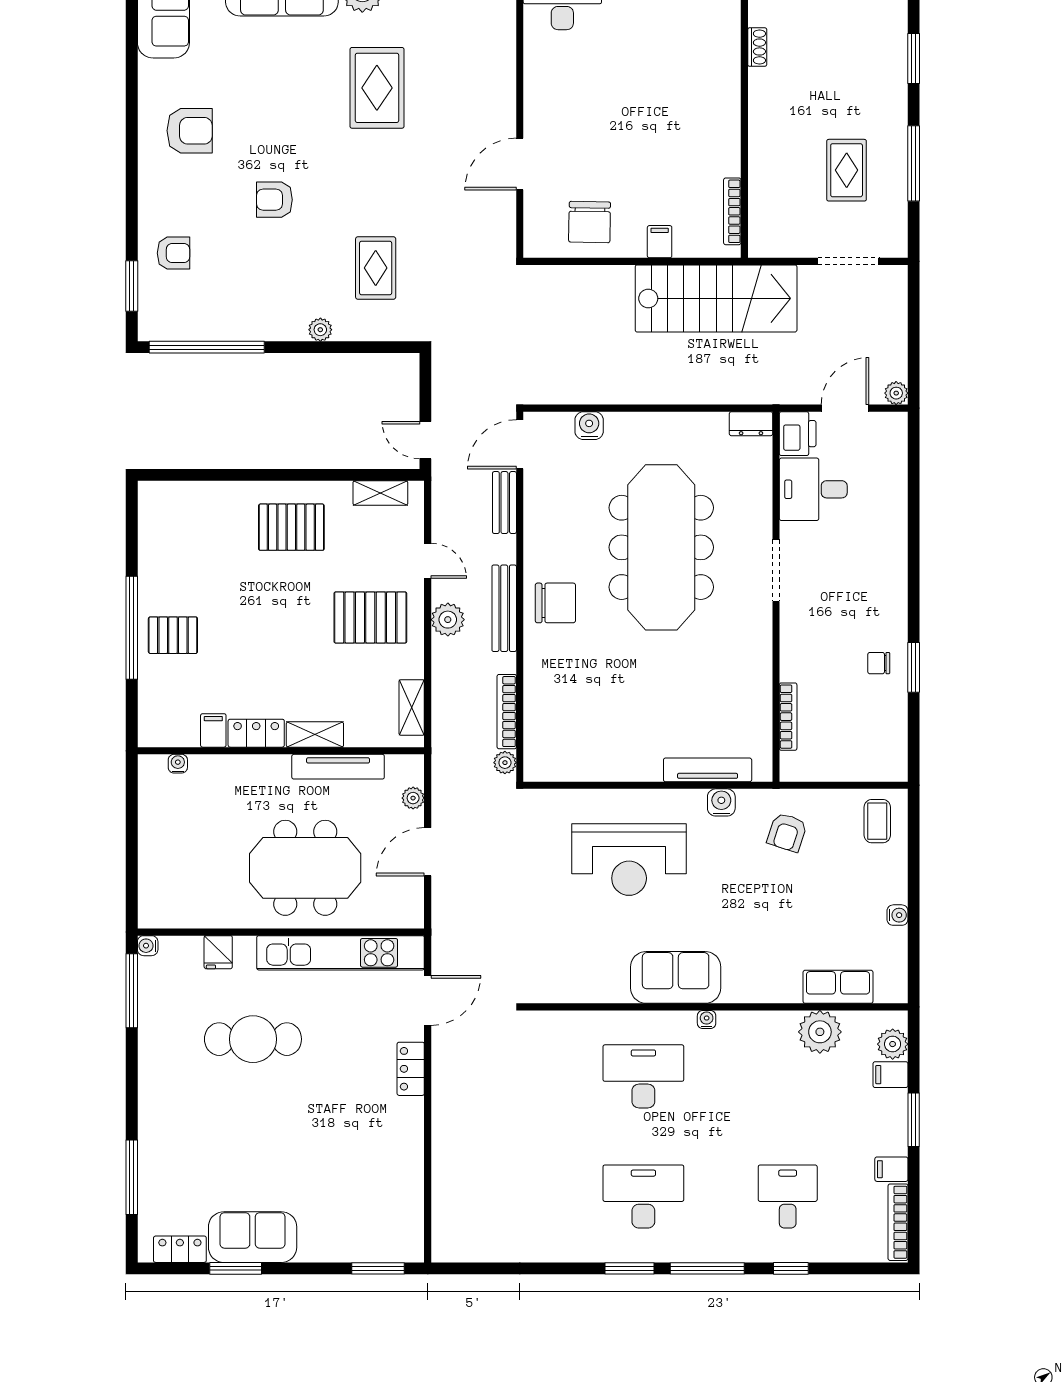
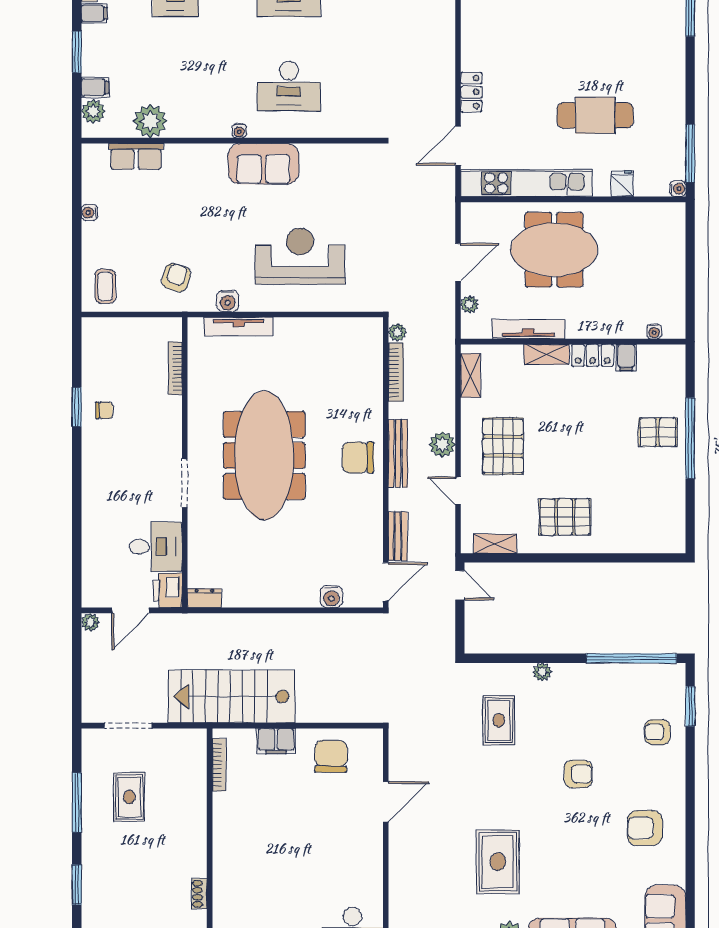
filing cabinet: (660, 242) -> (276, 741), width x2.00
meeting table: (661, 547) -> (264, 455), moved
pallet: (370, 617) -> (503, 446), turned 90

